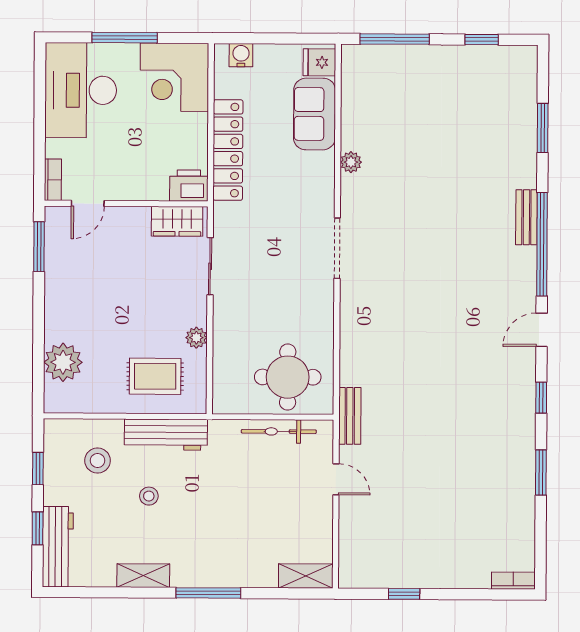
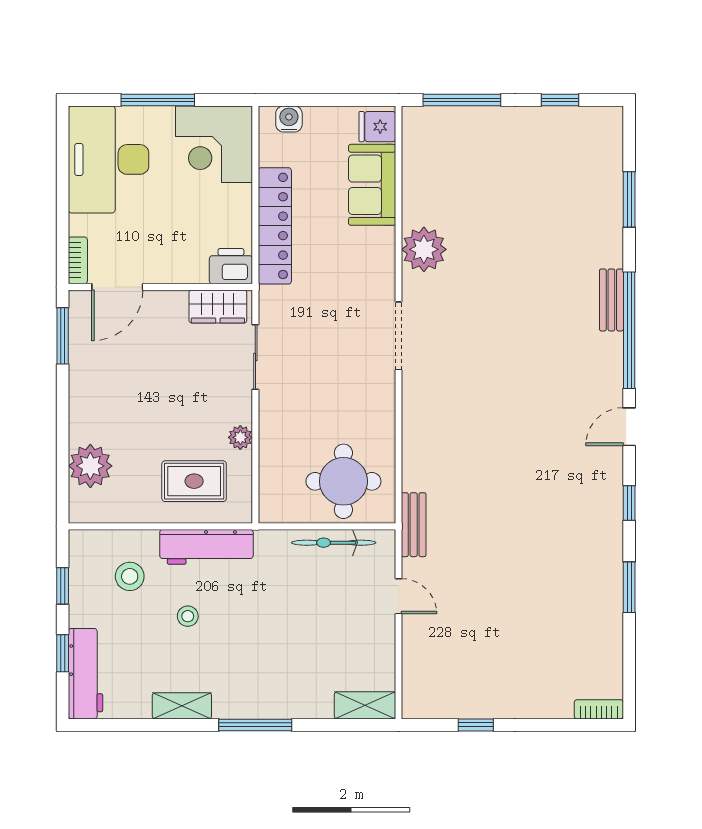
plant: (351, 162) -> (424, 249), width x1.87, depth x1.87
door: (88, 203) -> (117, 287), width x1.38

